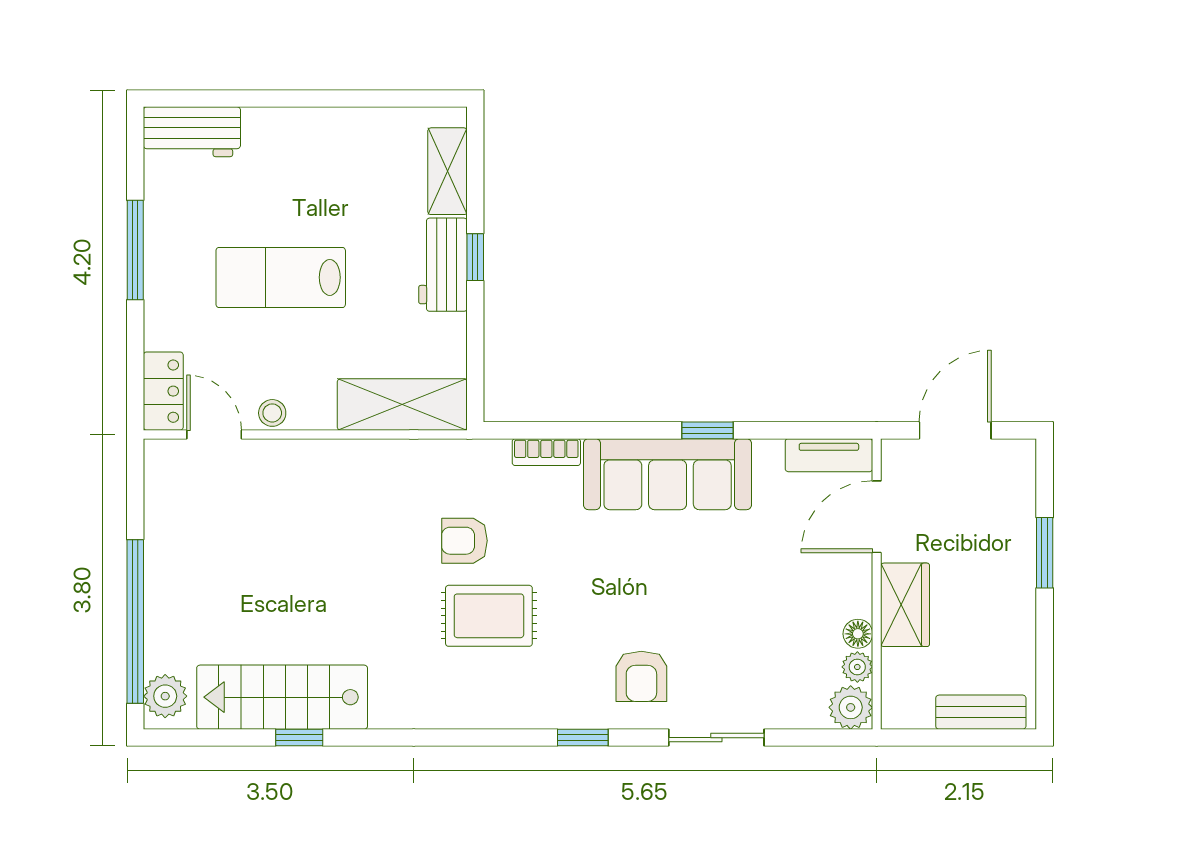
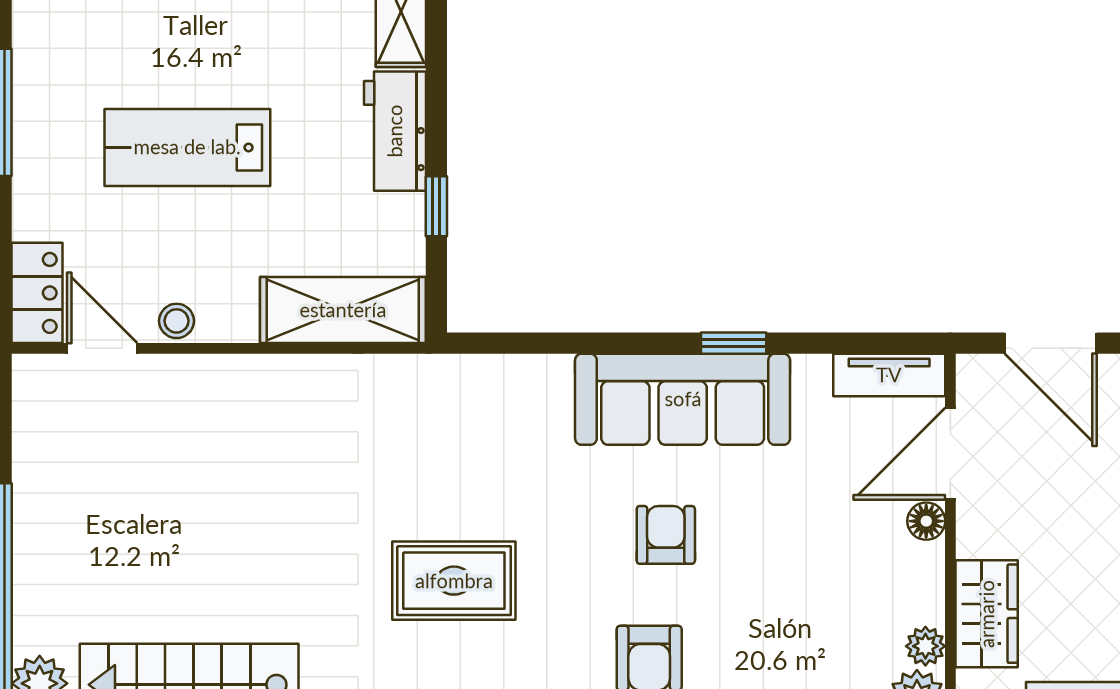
window: (475, 257) -> (436, 206), moved
door: (955, 430) -> (1051, 343), swing flipped
bookcase: (546, 452) -> (527, 371), removed
armchair: (464, 541) -> (666, 535), moved, turned 90
wardrobe: (905, 605) -> (987, 614), moved
floor lamp: (858, 634) -> (926, 521), moved

